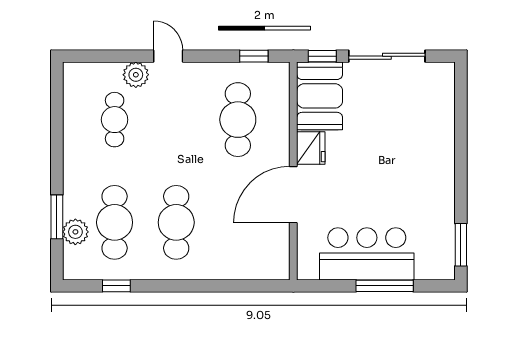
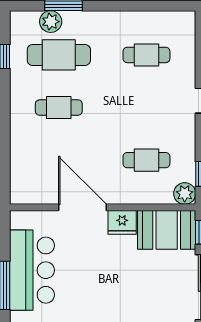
plant: (136, 75) -> (185, 194), moved
cafe table: (238, 120) -> (146, 160), width x0.73, depth x0.74
cafe table: (176, 222) -> (59, 108), width x0.73, depth x0.74

